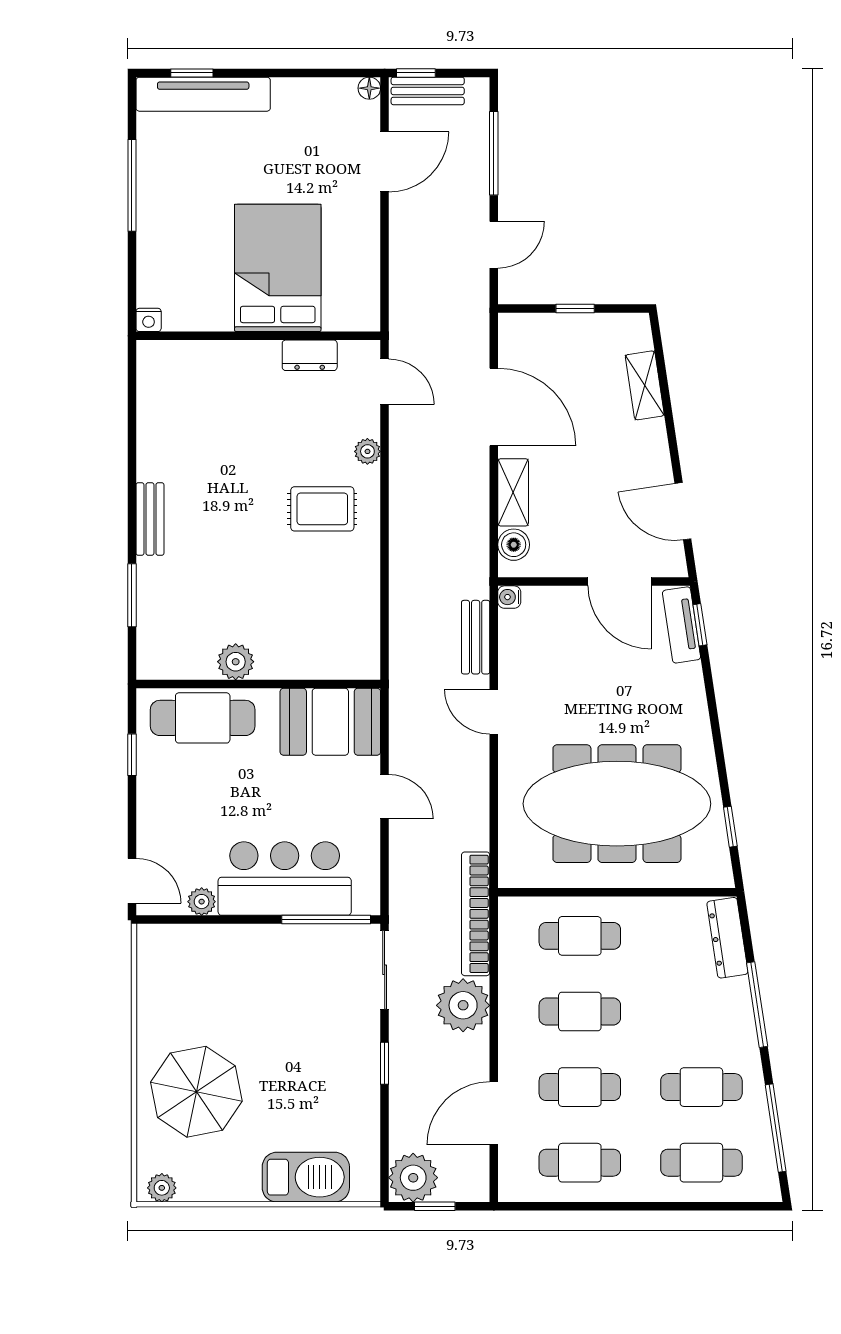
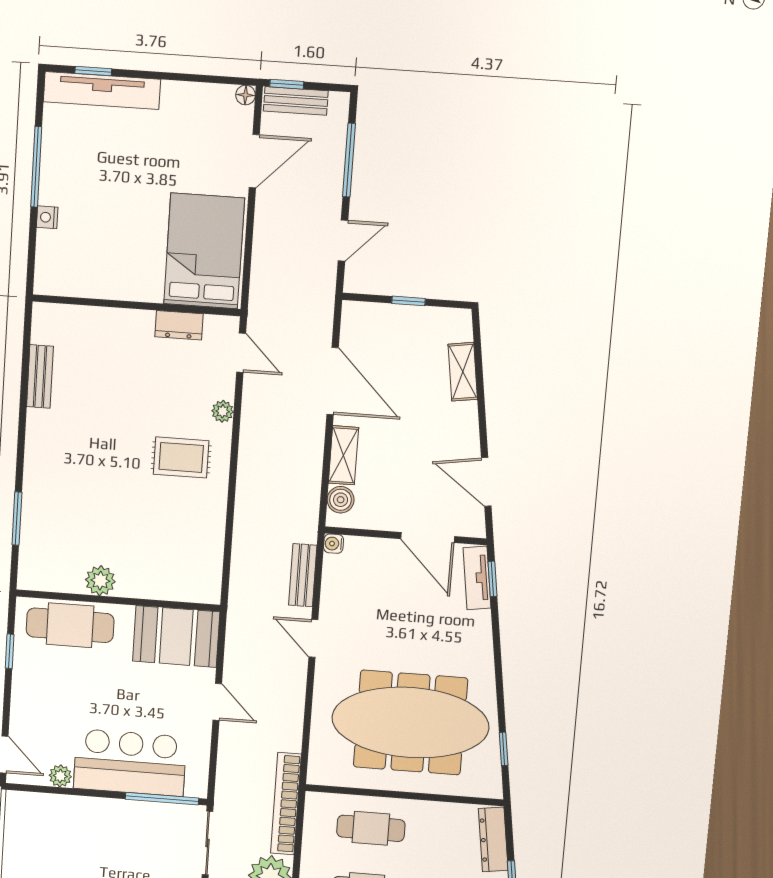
bed: (278, 268) -> (204, 251), moved
nightstand: (149, 320) -> (47, 217), moved, turned 90
bench: (150, 519) -> (40, 376), moved

